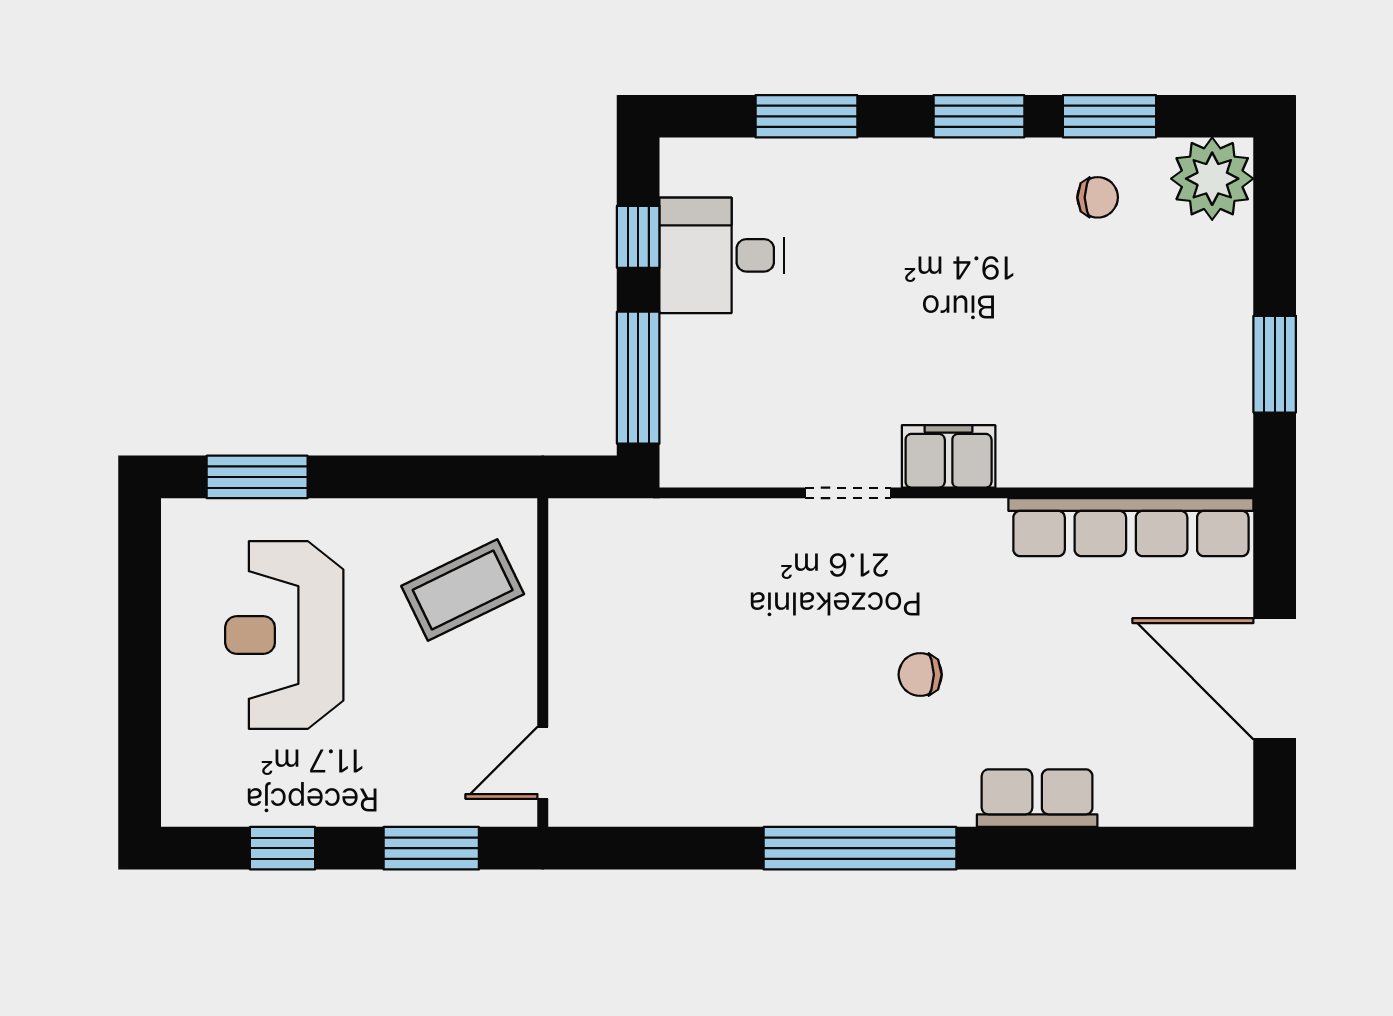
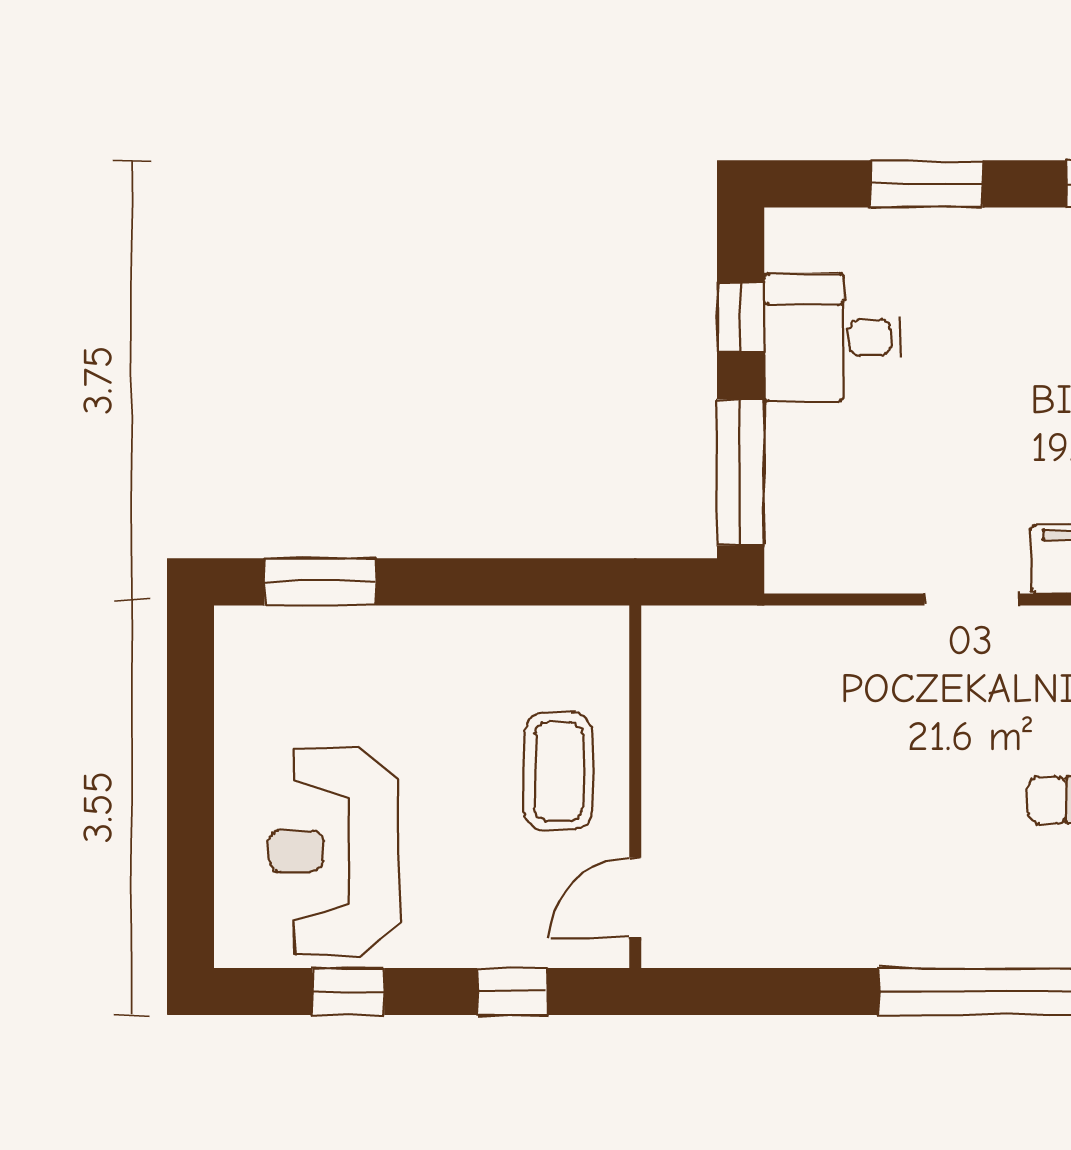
coffee table: (463, 590) -> (559, 771), moved, turned -64
reception desk: (284, 635) -> (334, 851), moved
window: (431, 848) -> (512, 992), width x0.67

